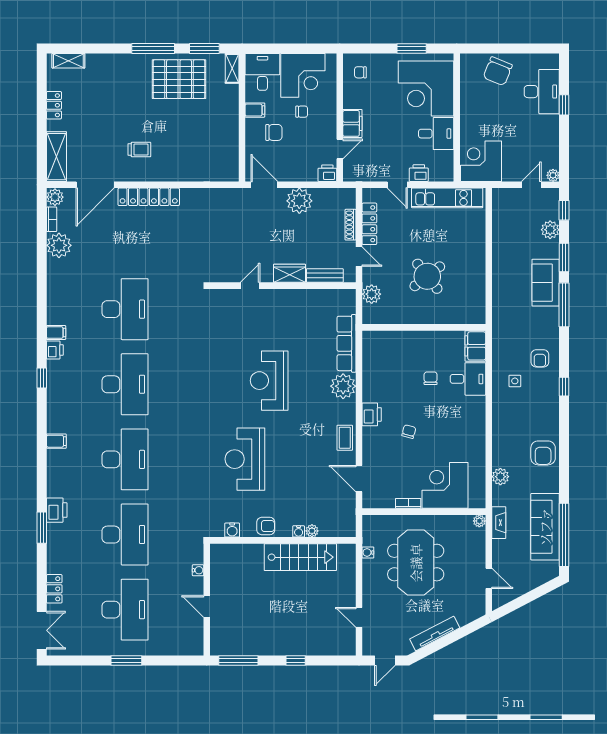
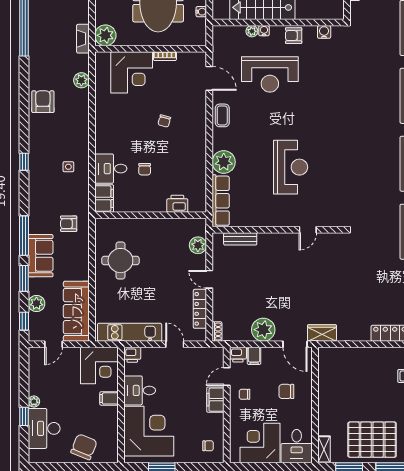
filing cabinet: (255, 110) -> (254, 356), moved, turned -90
chair: (302, 112) -> (245, 394), moved
filing cabinet: (470, 125) -> (109, 398), added
printer: (419, 173) -> (132, 355), moved
plant: (553, 175) -> (34, 402), moved
shoe rack: (350, 225) -> (217, 331), moved, width x0.70
wardrobe: (290, 273) -> (322, 333), moved, turned 180
bench: (325, 275) -> (240, 239), moved
round table: (427, 276) -> (120, 261), moved, turned 38
door: (250, 286) -> (308, 230), moved
wall: (283, 286) -> (278, 230), moved
armchair: (540, 358) -> (69, 224), moved, turned -90
printer: (372, 414) -> (177, 204), moved, turned 90
reception desk: (245, 459) -> (270, 74), moved, turned 90
plant: (479, 521) -> (105, 35), width x1.88, depth x1.88
sofa: (545, 527) -> (76, 311), moved, turned 180

